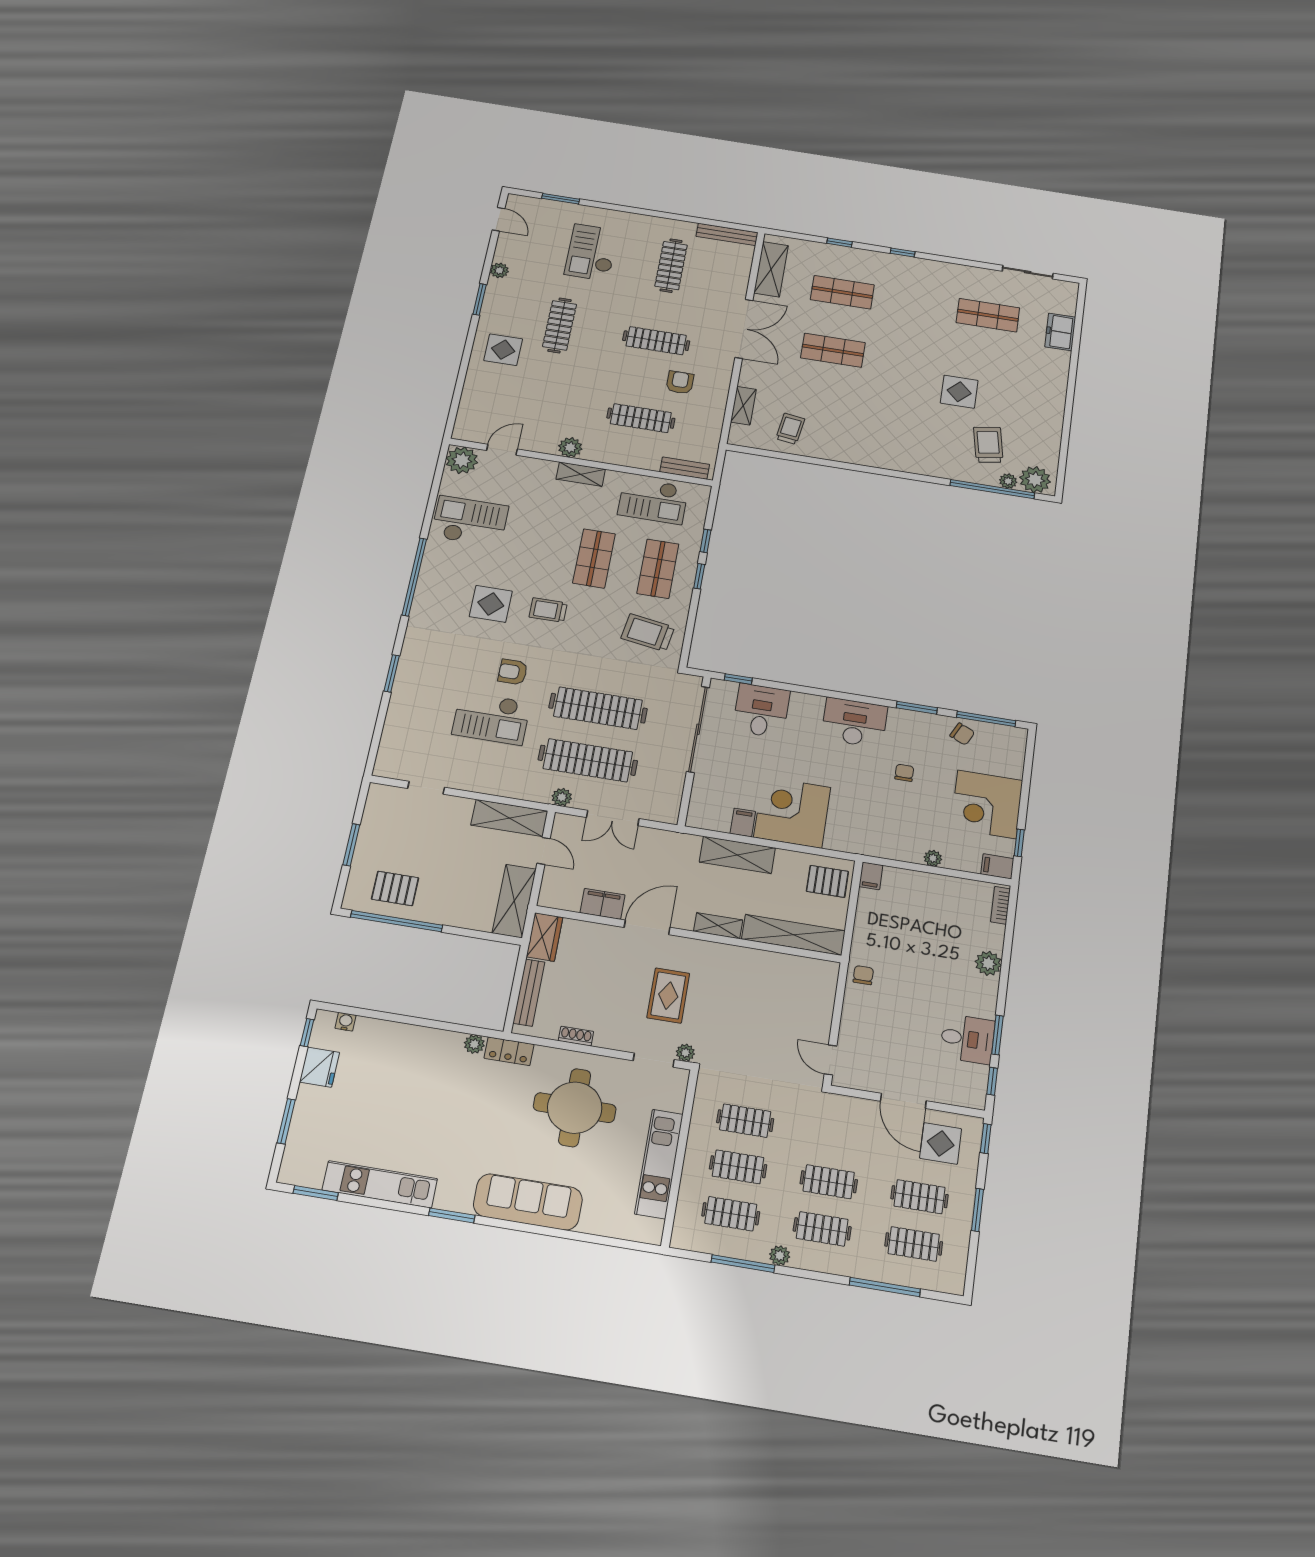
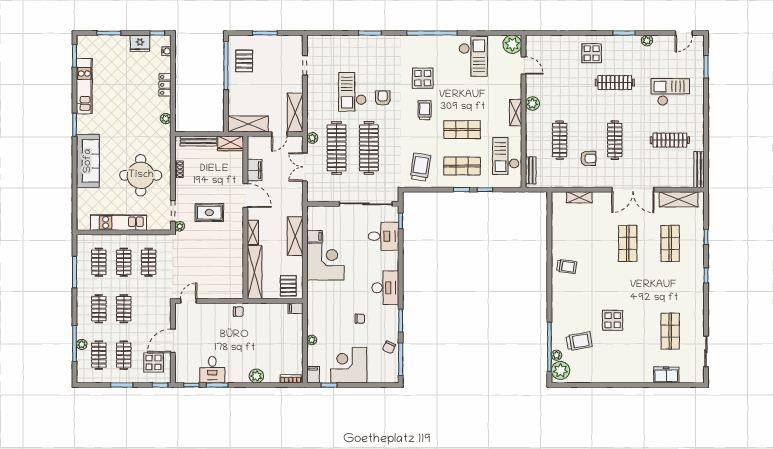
trolley: (790, 429) -> (567, 266), moved
locker: (509, 1051) -> (165, 85), moved
plant: (780, 1256) -> (82, 344), moved

